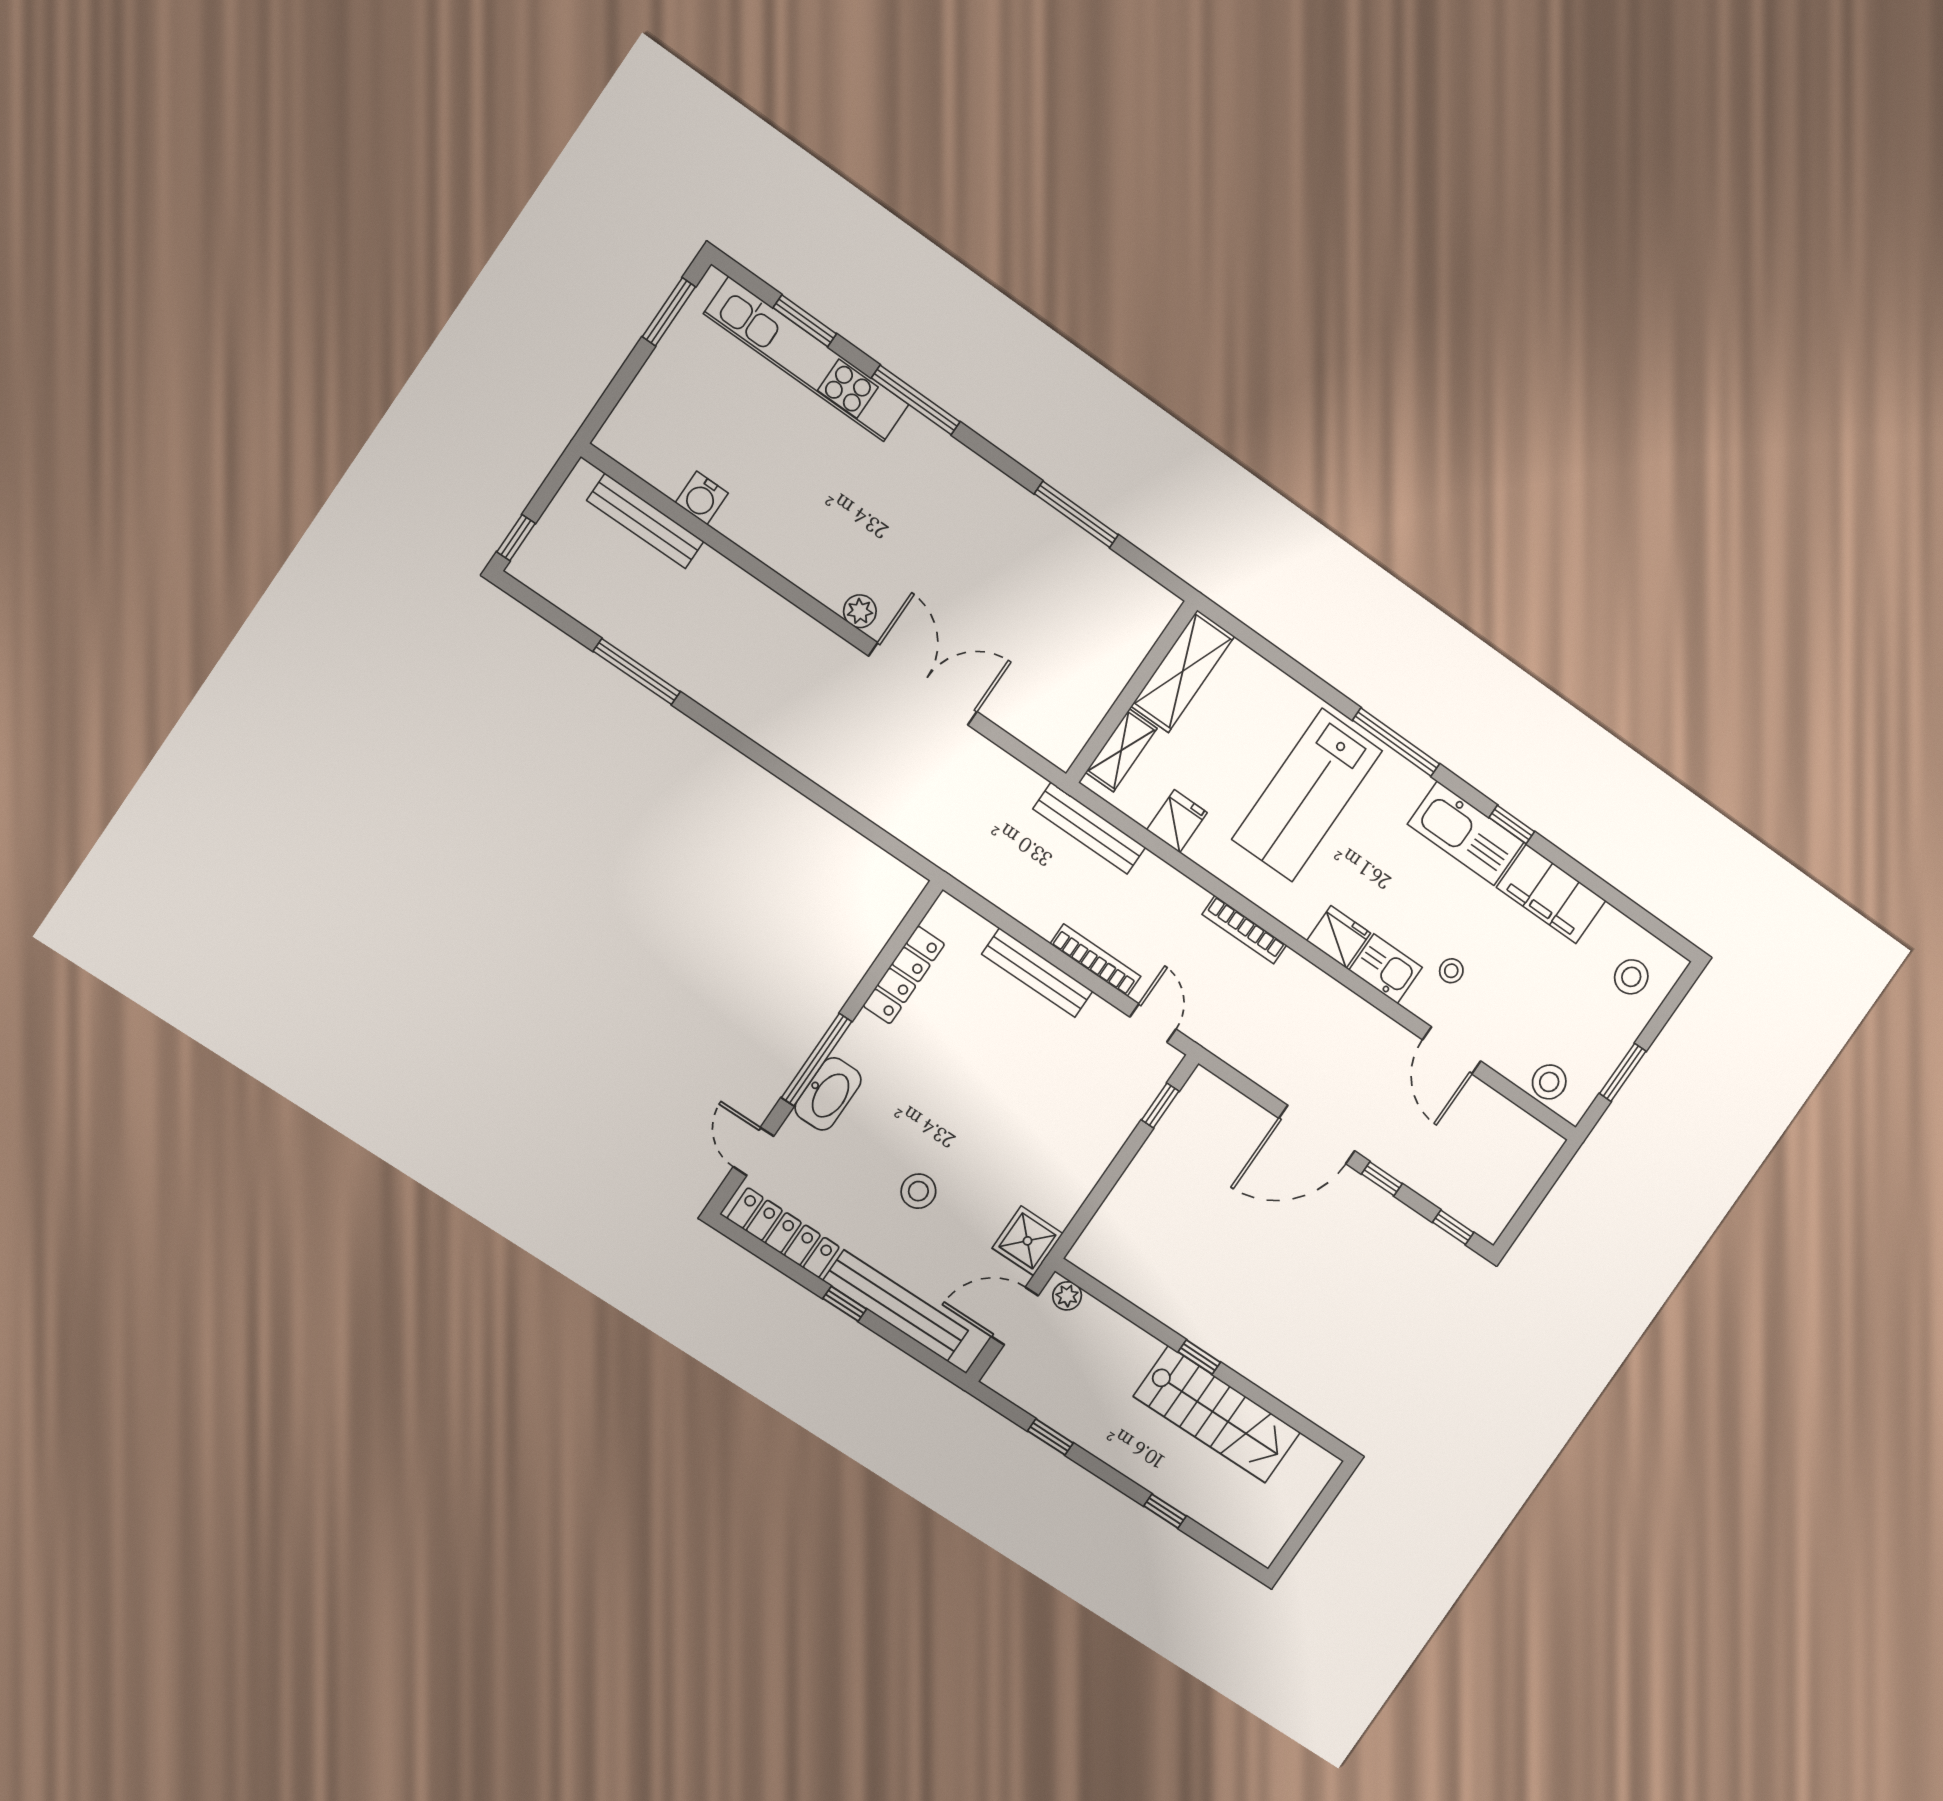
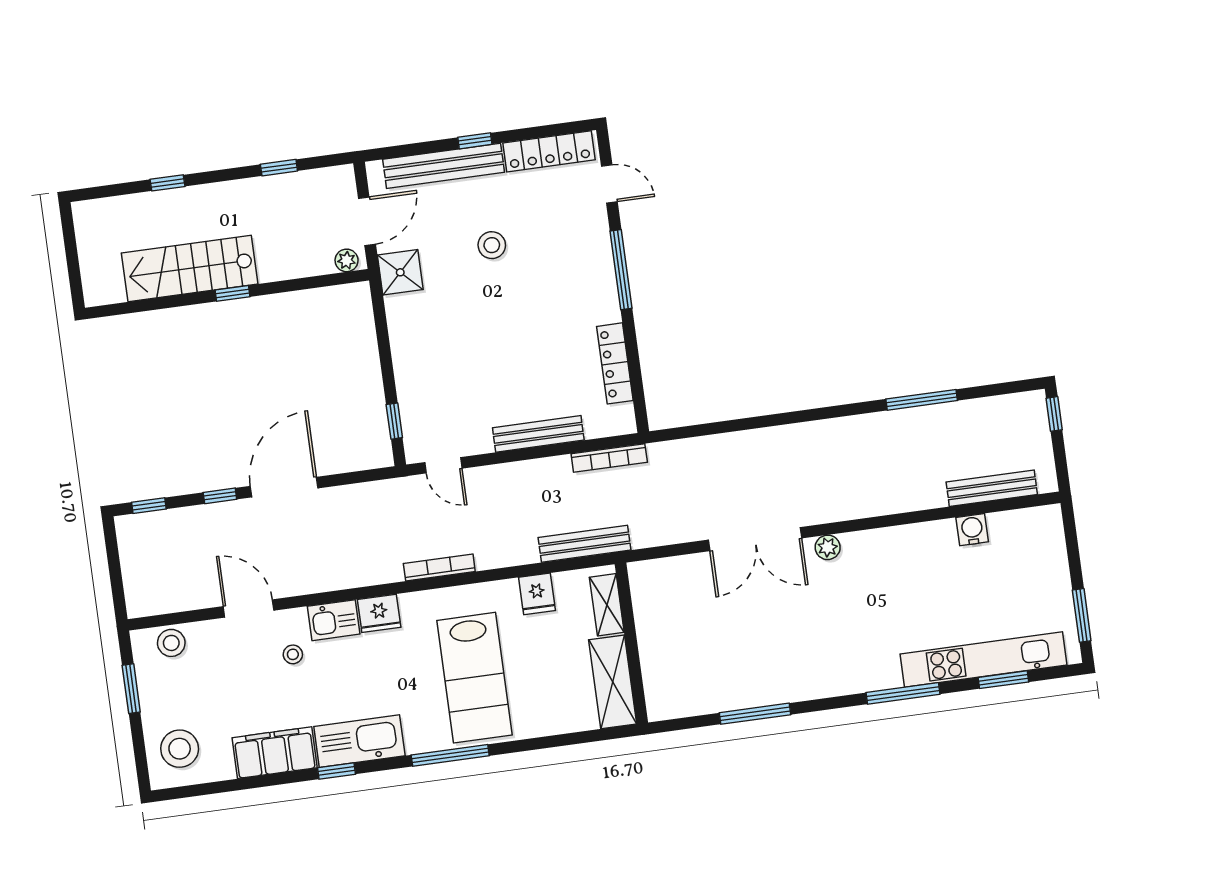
lab bench: (1307, 795) -> (474, 678), turned 180
bookcase: (1095, 960) -> (609, 458), moved
stool: (1631, 977) -> (180, 749), width x1.38, depth x1.38
washbasin: (828, 1094) -> (596, 256), removed

